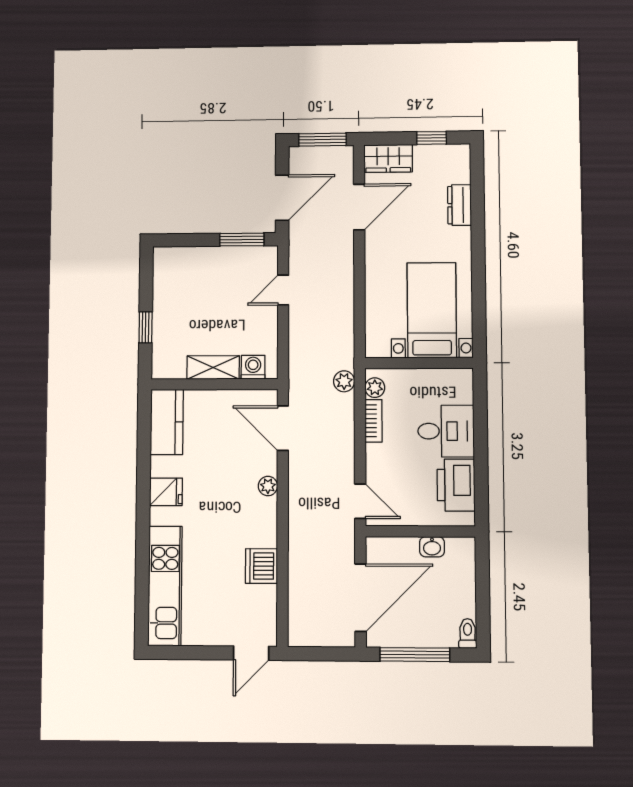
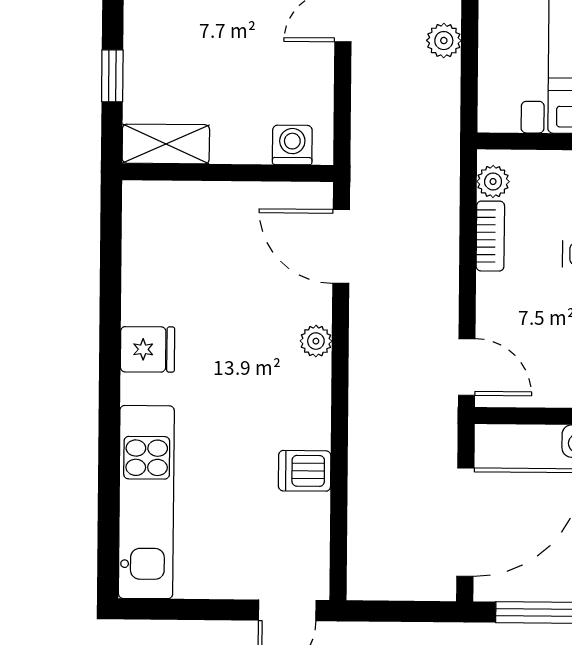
shelving: (213, 367) -> (166, 144), moved
plant: (344, 381) -> (444, 41), moved
kitchen counter: (167, 422) -> (148, 234), removed
dishwasher: (261, 566) -> (305, 471), width x0.73

